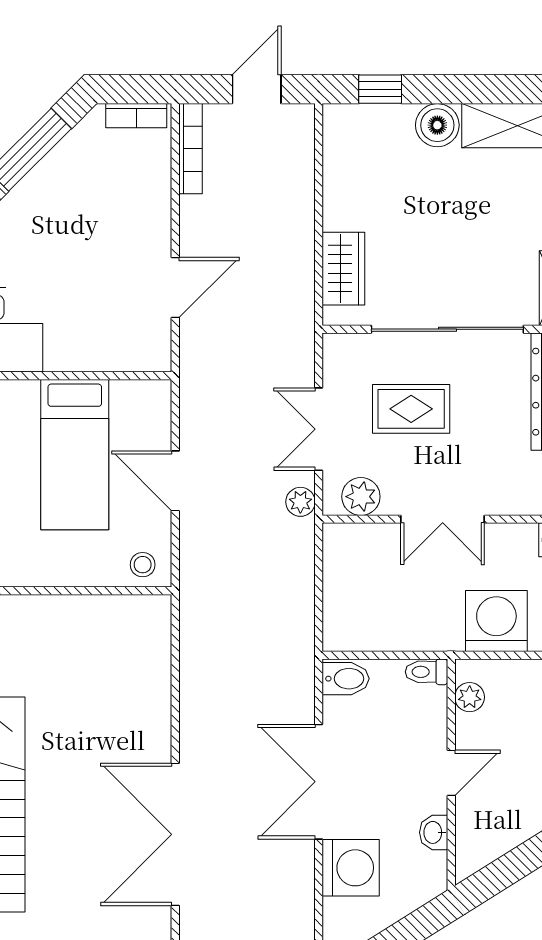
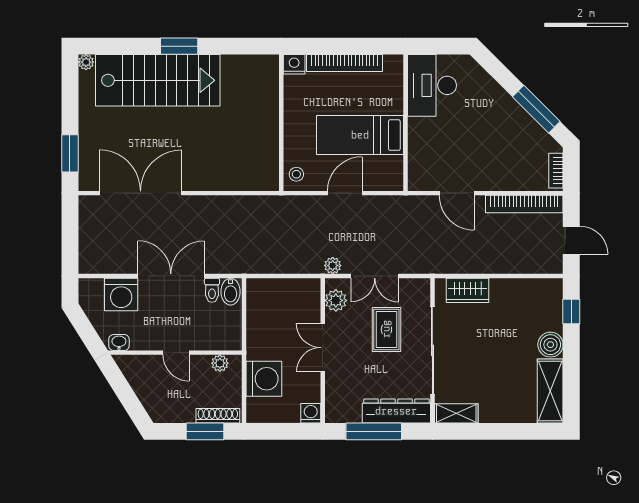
bookcase: (190, 149) -> (524, 204), width x1.48, depth x1.31
double door: (319, 429) -> (375, 276), swing flipped
toilet: (427, 672) -> (212, 290), moved, turned 180
washbasin: (434, 832) -> (119, 342), moved

